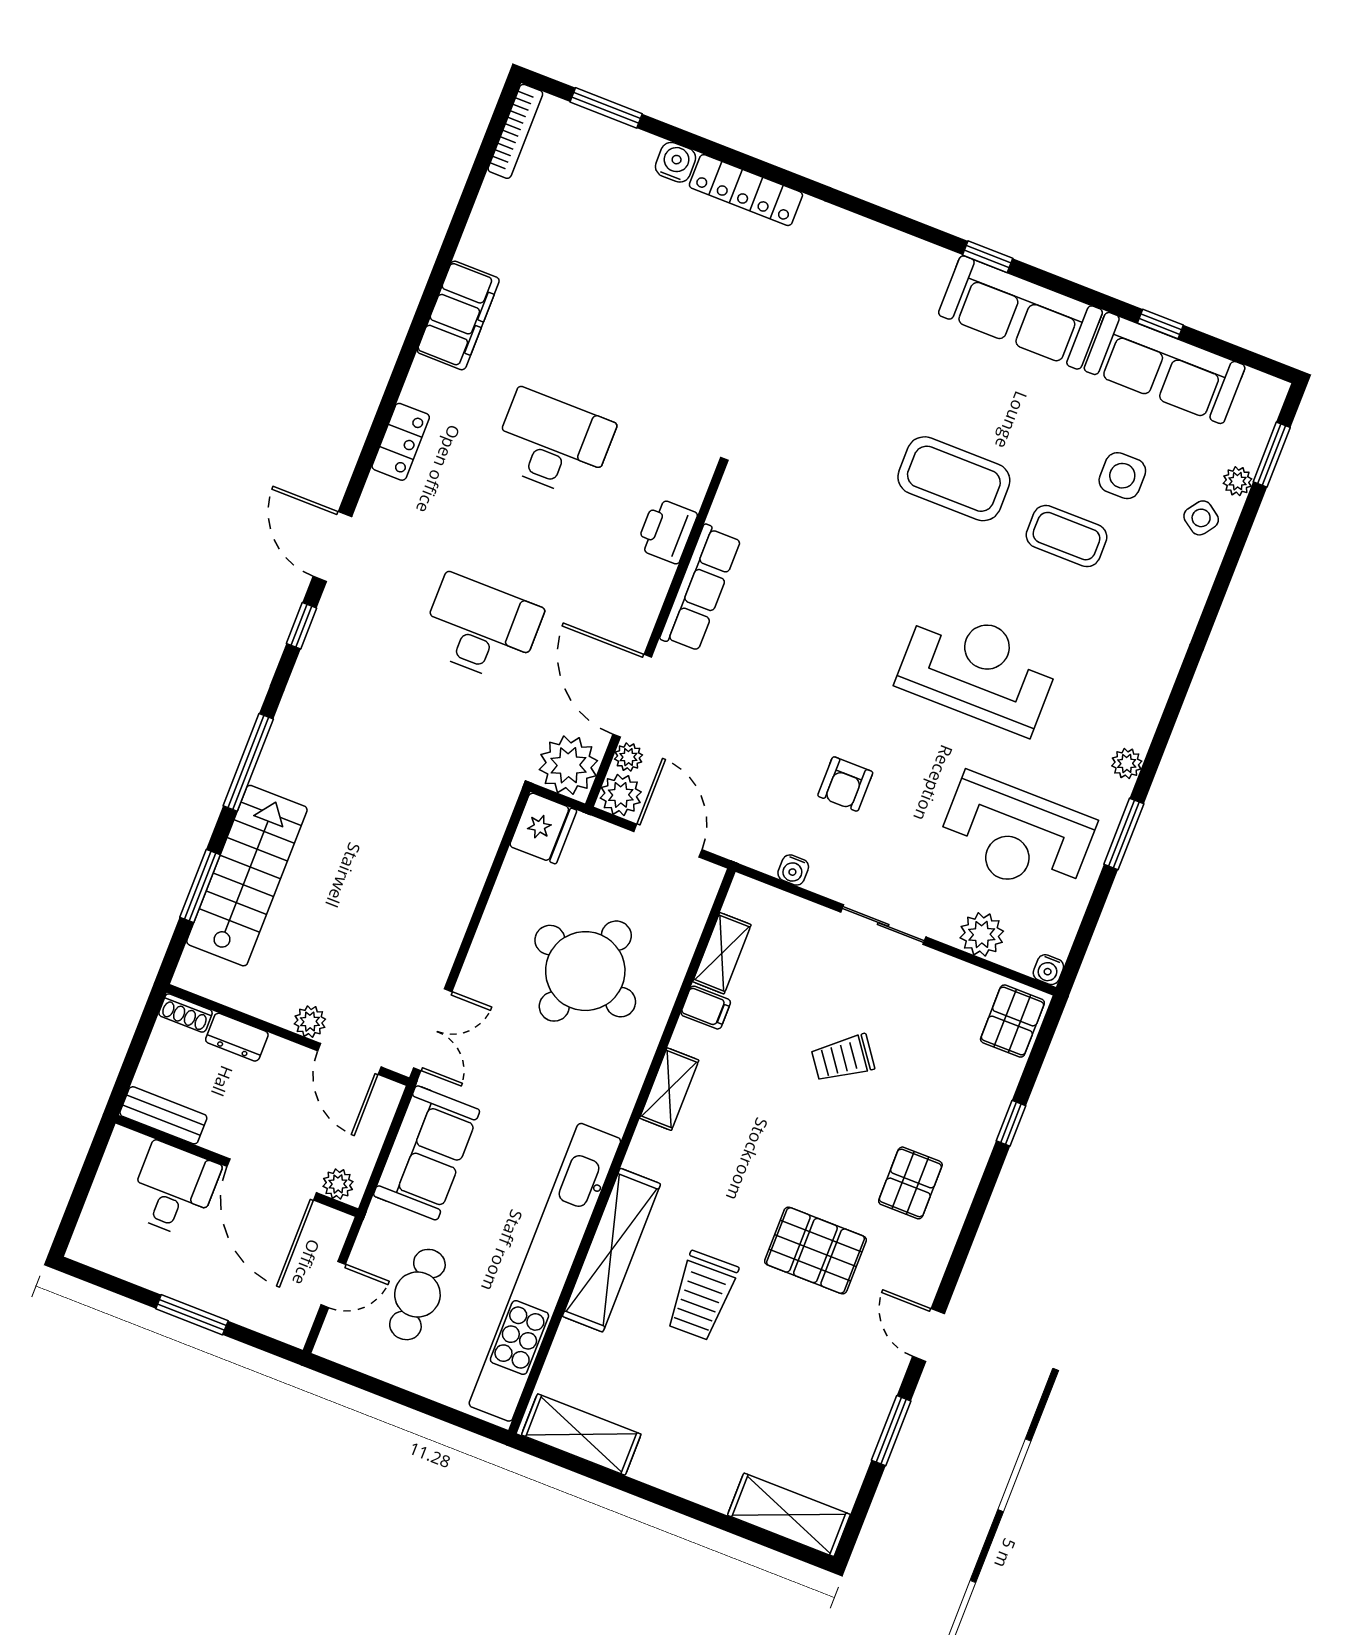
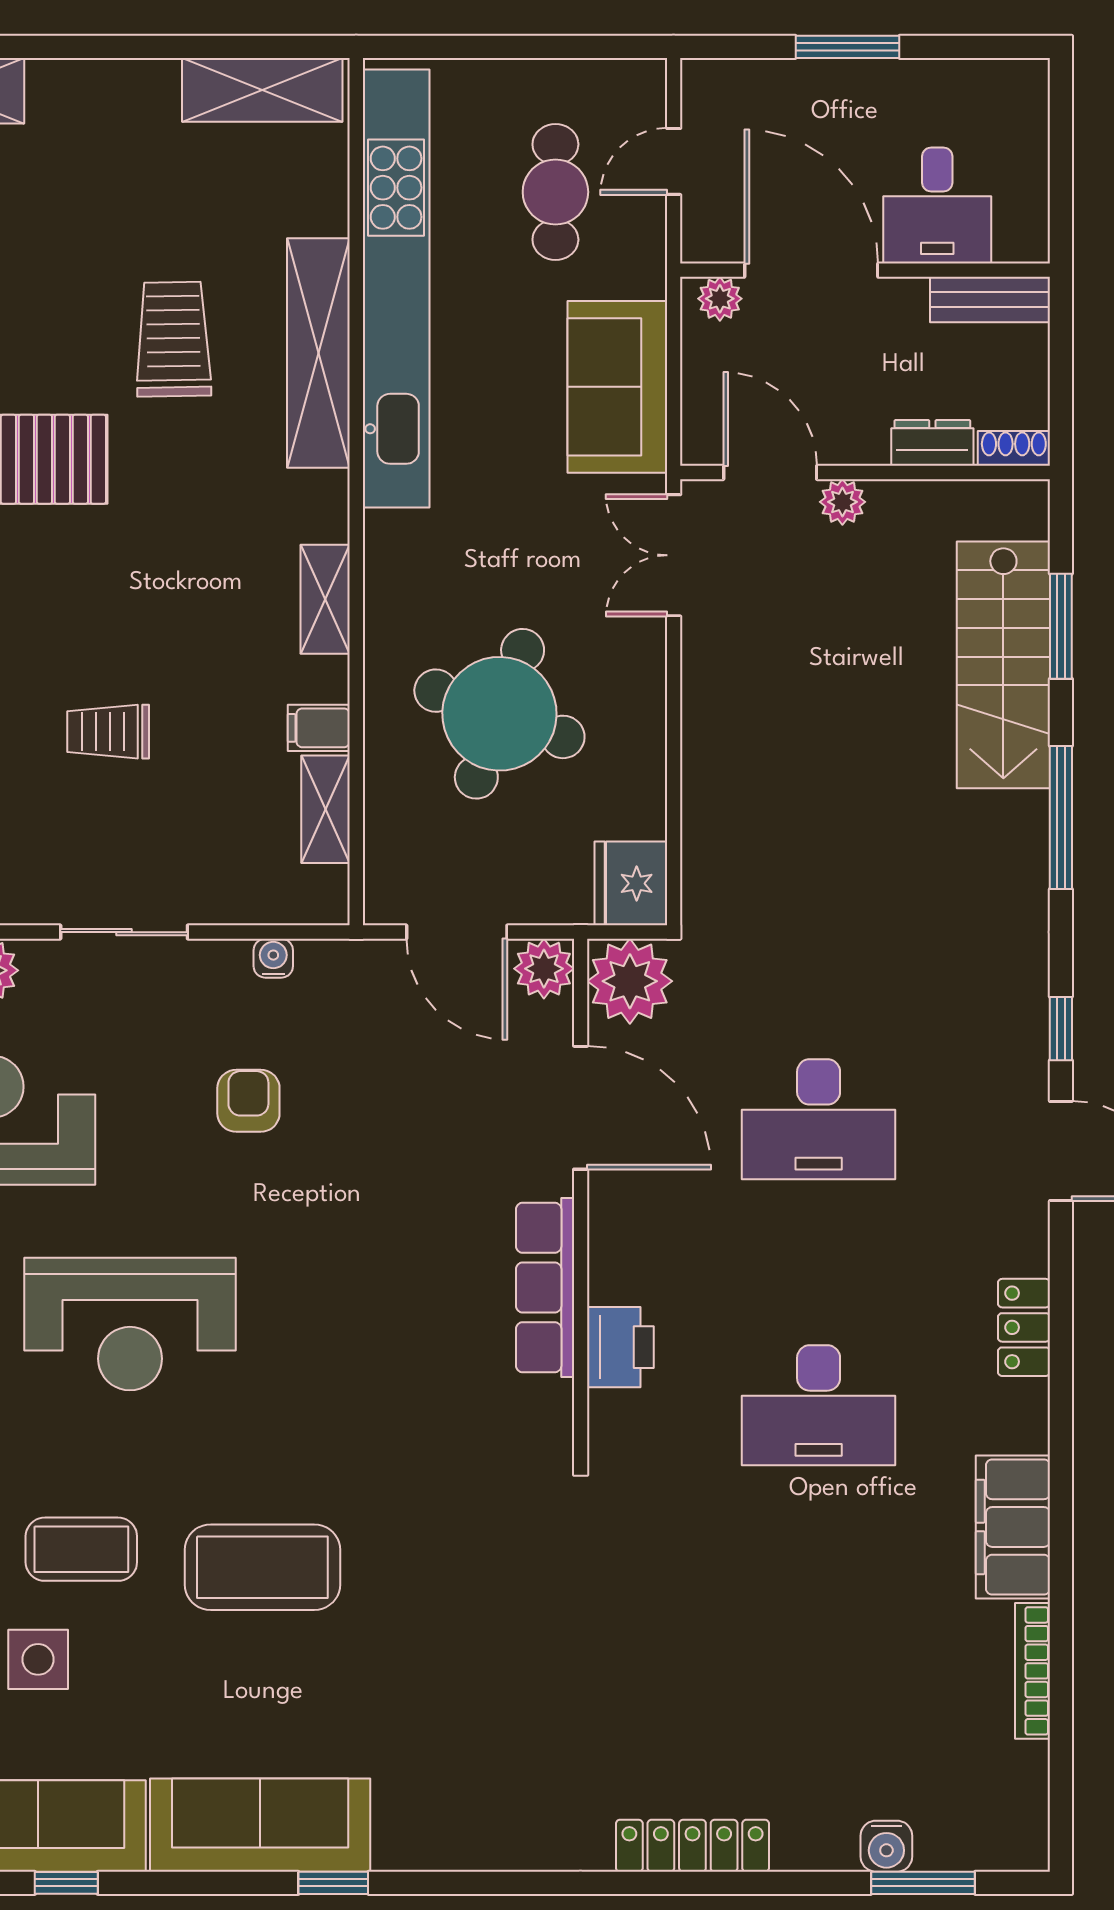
bookcase: (515, 131) -> (1033, 1671), moved
water cooler: (676, 162) -> (886, 1846), moved
plant: (628, 757) -> (553, 1024), removed
trolley: (843, 1058) -> (108, 732), turned -144

